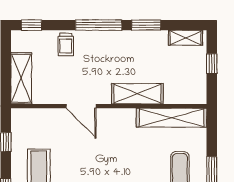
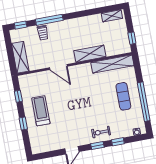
window: (99, 25) -> (49, 20), moved
window: (146, 25) -> (88, 13), removed
window: (212, 64) -> (132, 38), moved

